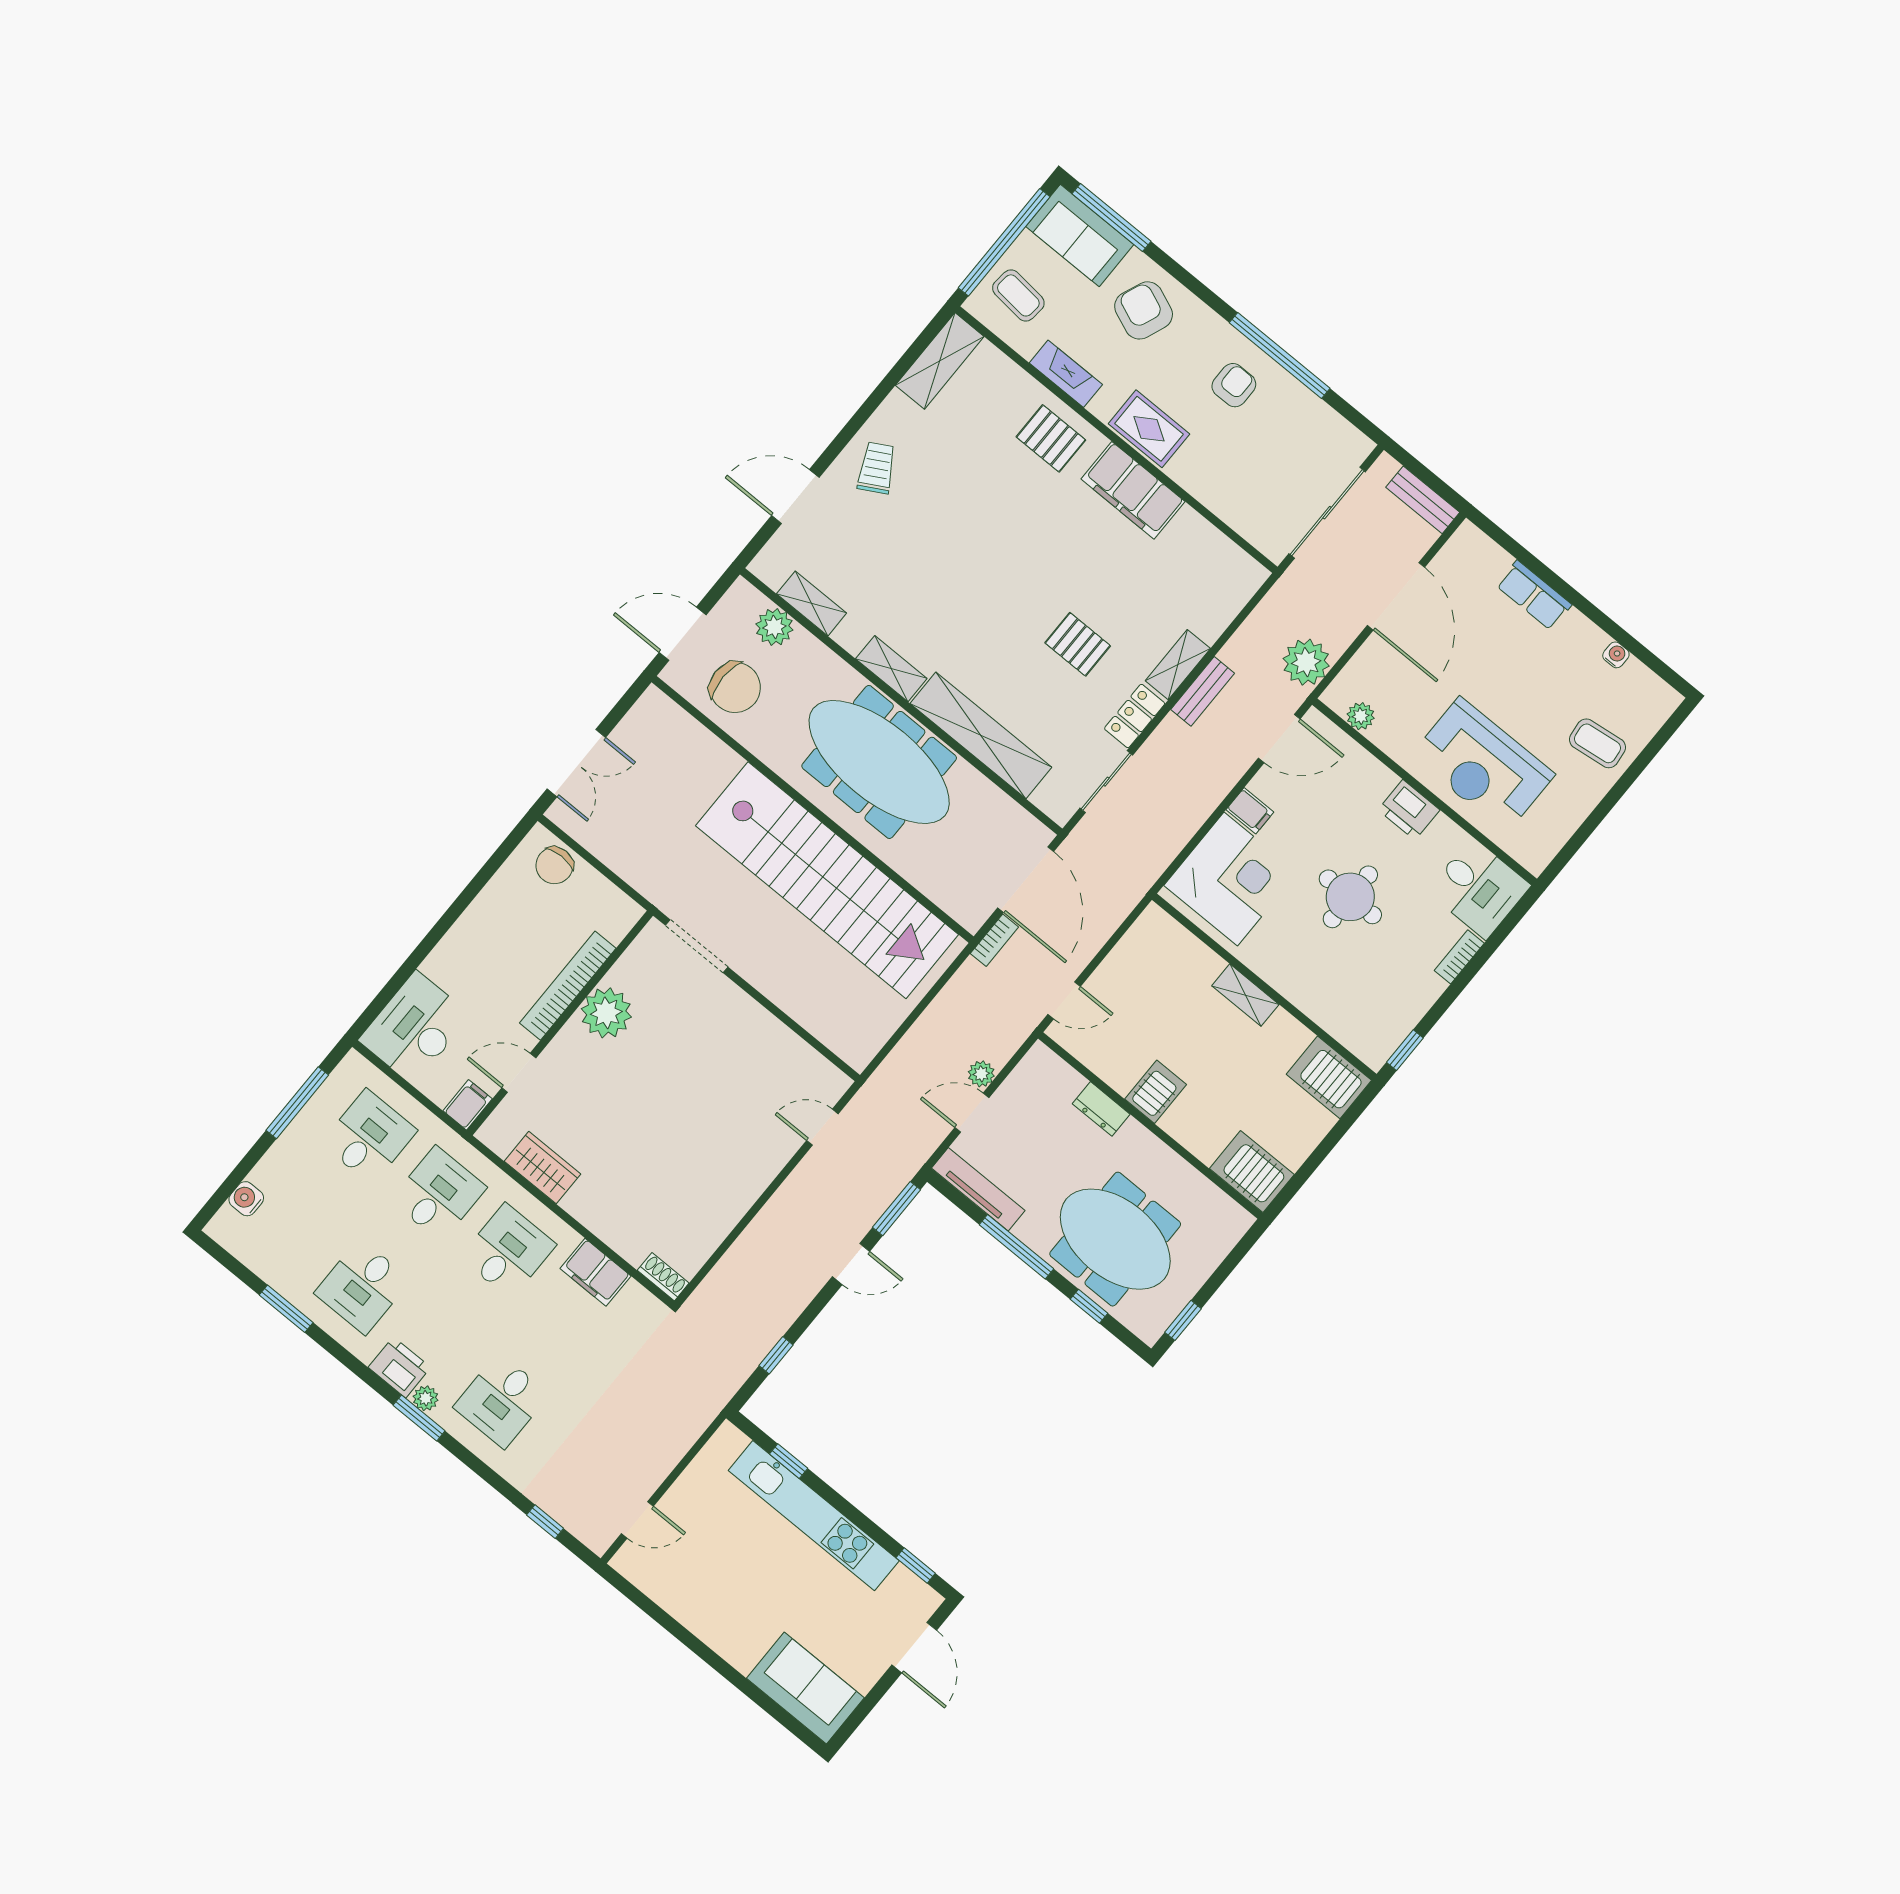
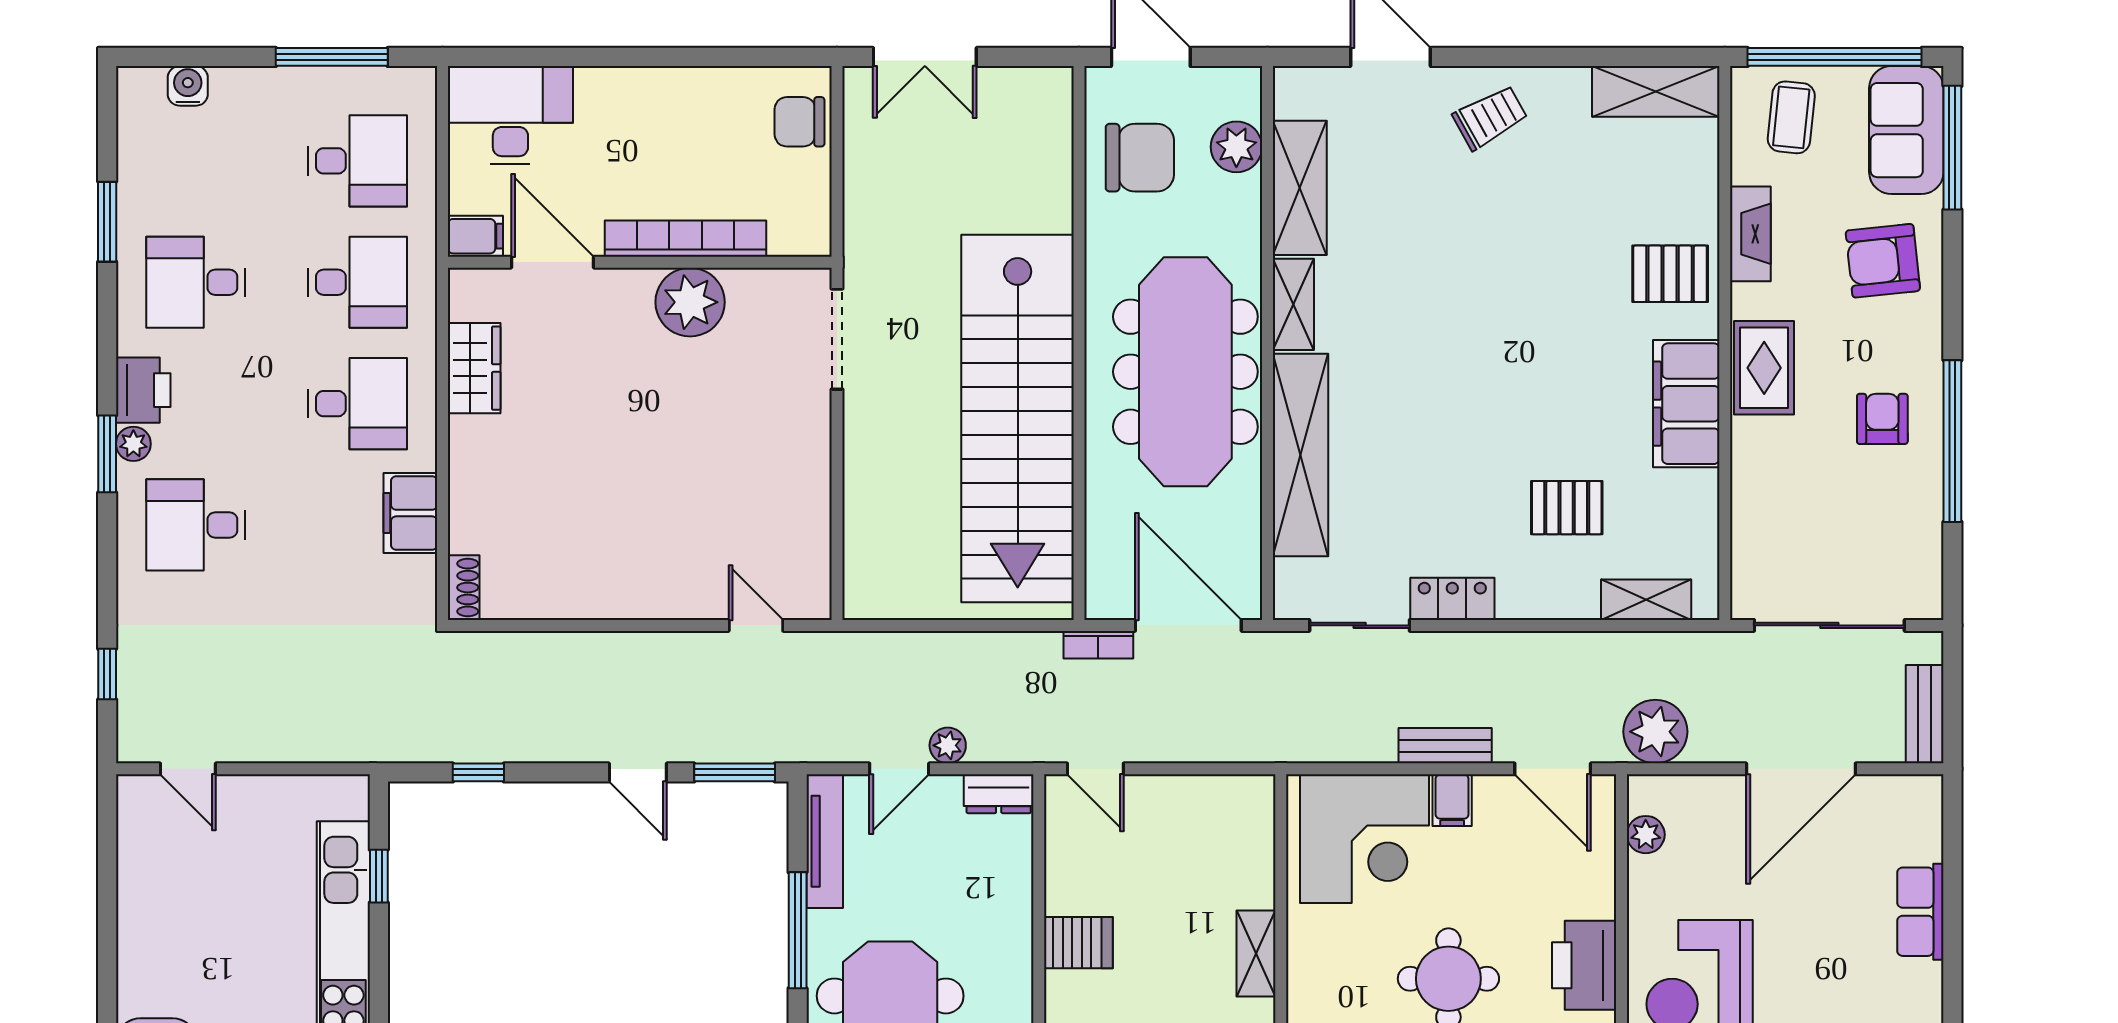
armchair: (1144, 310) -> (1883, 261), turned -118
armchair: (1234, 385) -> (1882, 419), turned -90
pallet: (1051, 438) -> (1670, 274), turned 90
shelving: (812, 603) -> (1300, 188), width x1.50, depth x1.33
pallet: (1078, 644) -> (1567, 508), moved, turned 90
shelving: (1178, 665) -> (1646, 600), moved
chair: (735, 687) -> (1140, 158), turned -90
bench: (1203, 691) -> (1445, 746), moved
printer: (1409, 810) -> (1584, 965), width x1.37, depth x1.19
door: (1026, 880) -> (1188, 625), swing flipped
door: (519, 1073) -> (553, 262), width x1.38
dresser: (1101, 1109) -> (999, 794), moved, turned -90
door: (972, 1113) -> (899, 769), swing flipped

